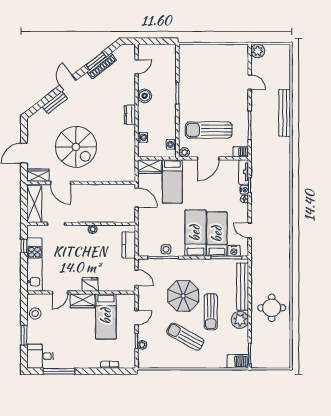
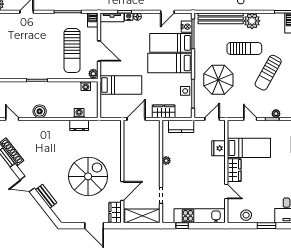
dresser: (130, 115) -> (79, 125), moved
wardrobe: (150, 166) -> (164, 111), moved, turned -90
fridge: (90, 284) -> (218, 148), moved
parasol: (183, 296) -> (218, 80), moved

